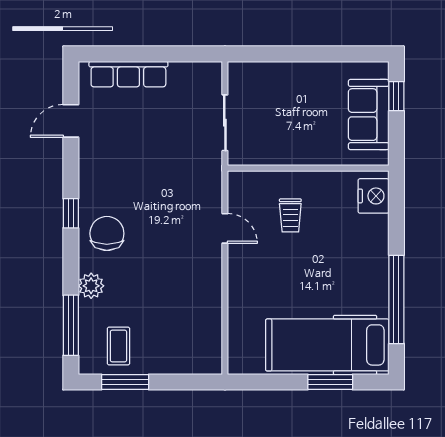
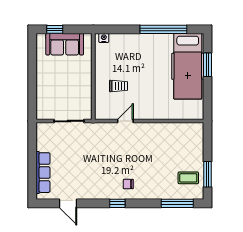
nightstand: (374, 196) -> (104, 38), width x0.53, depth x0.56
chair: (107, 233) -> (128, 184), width x0.54, depth x0.54
plant: (91, 286) -> (156, 192), removed

